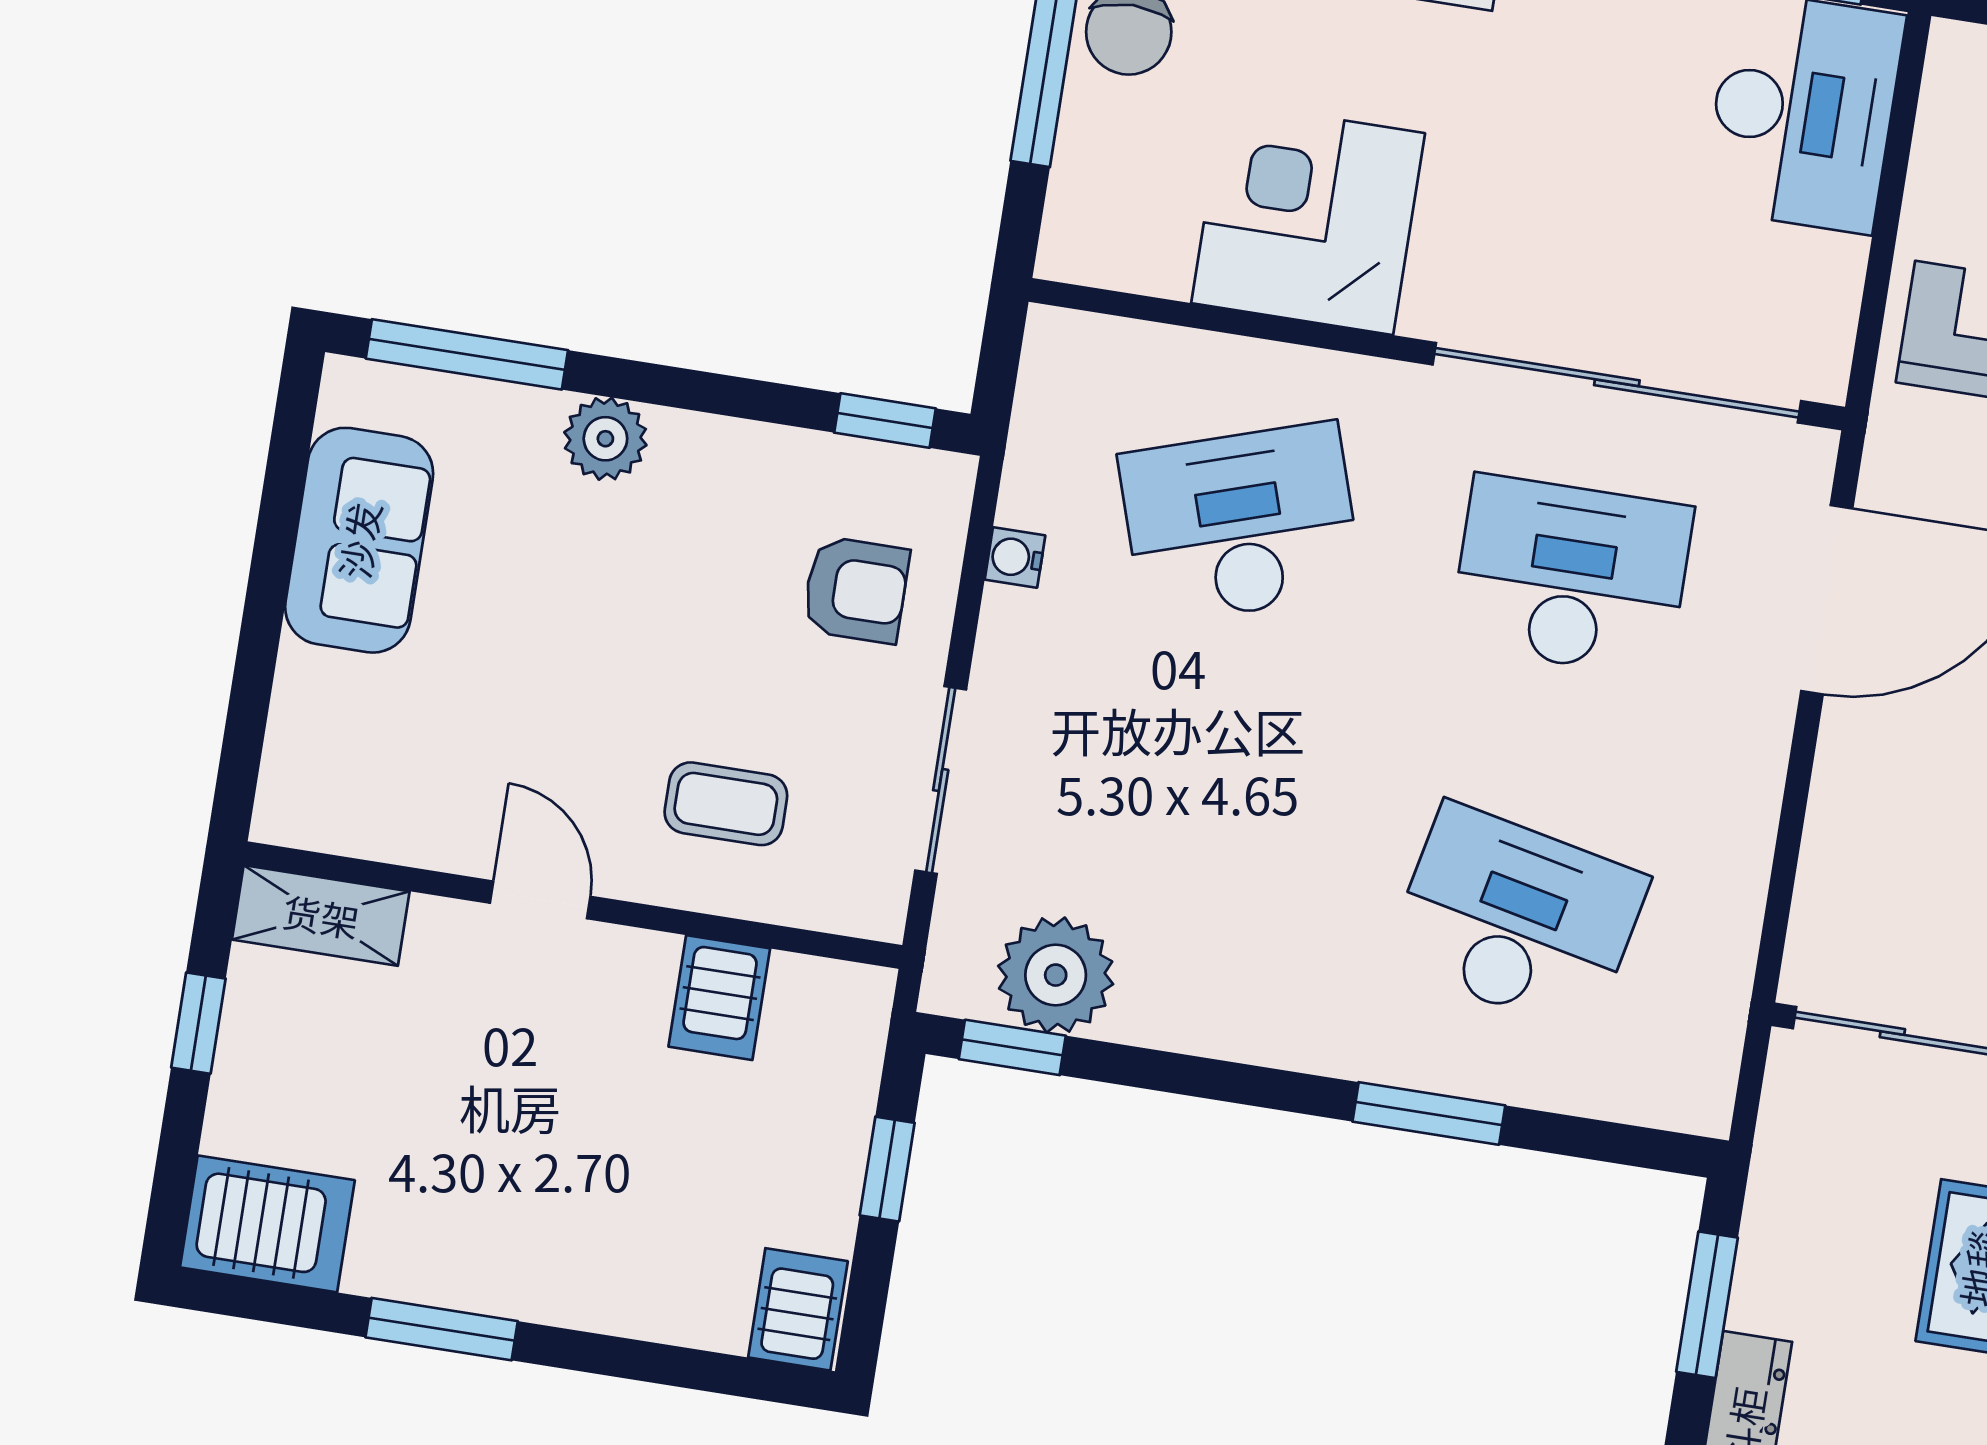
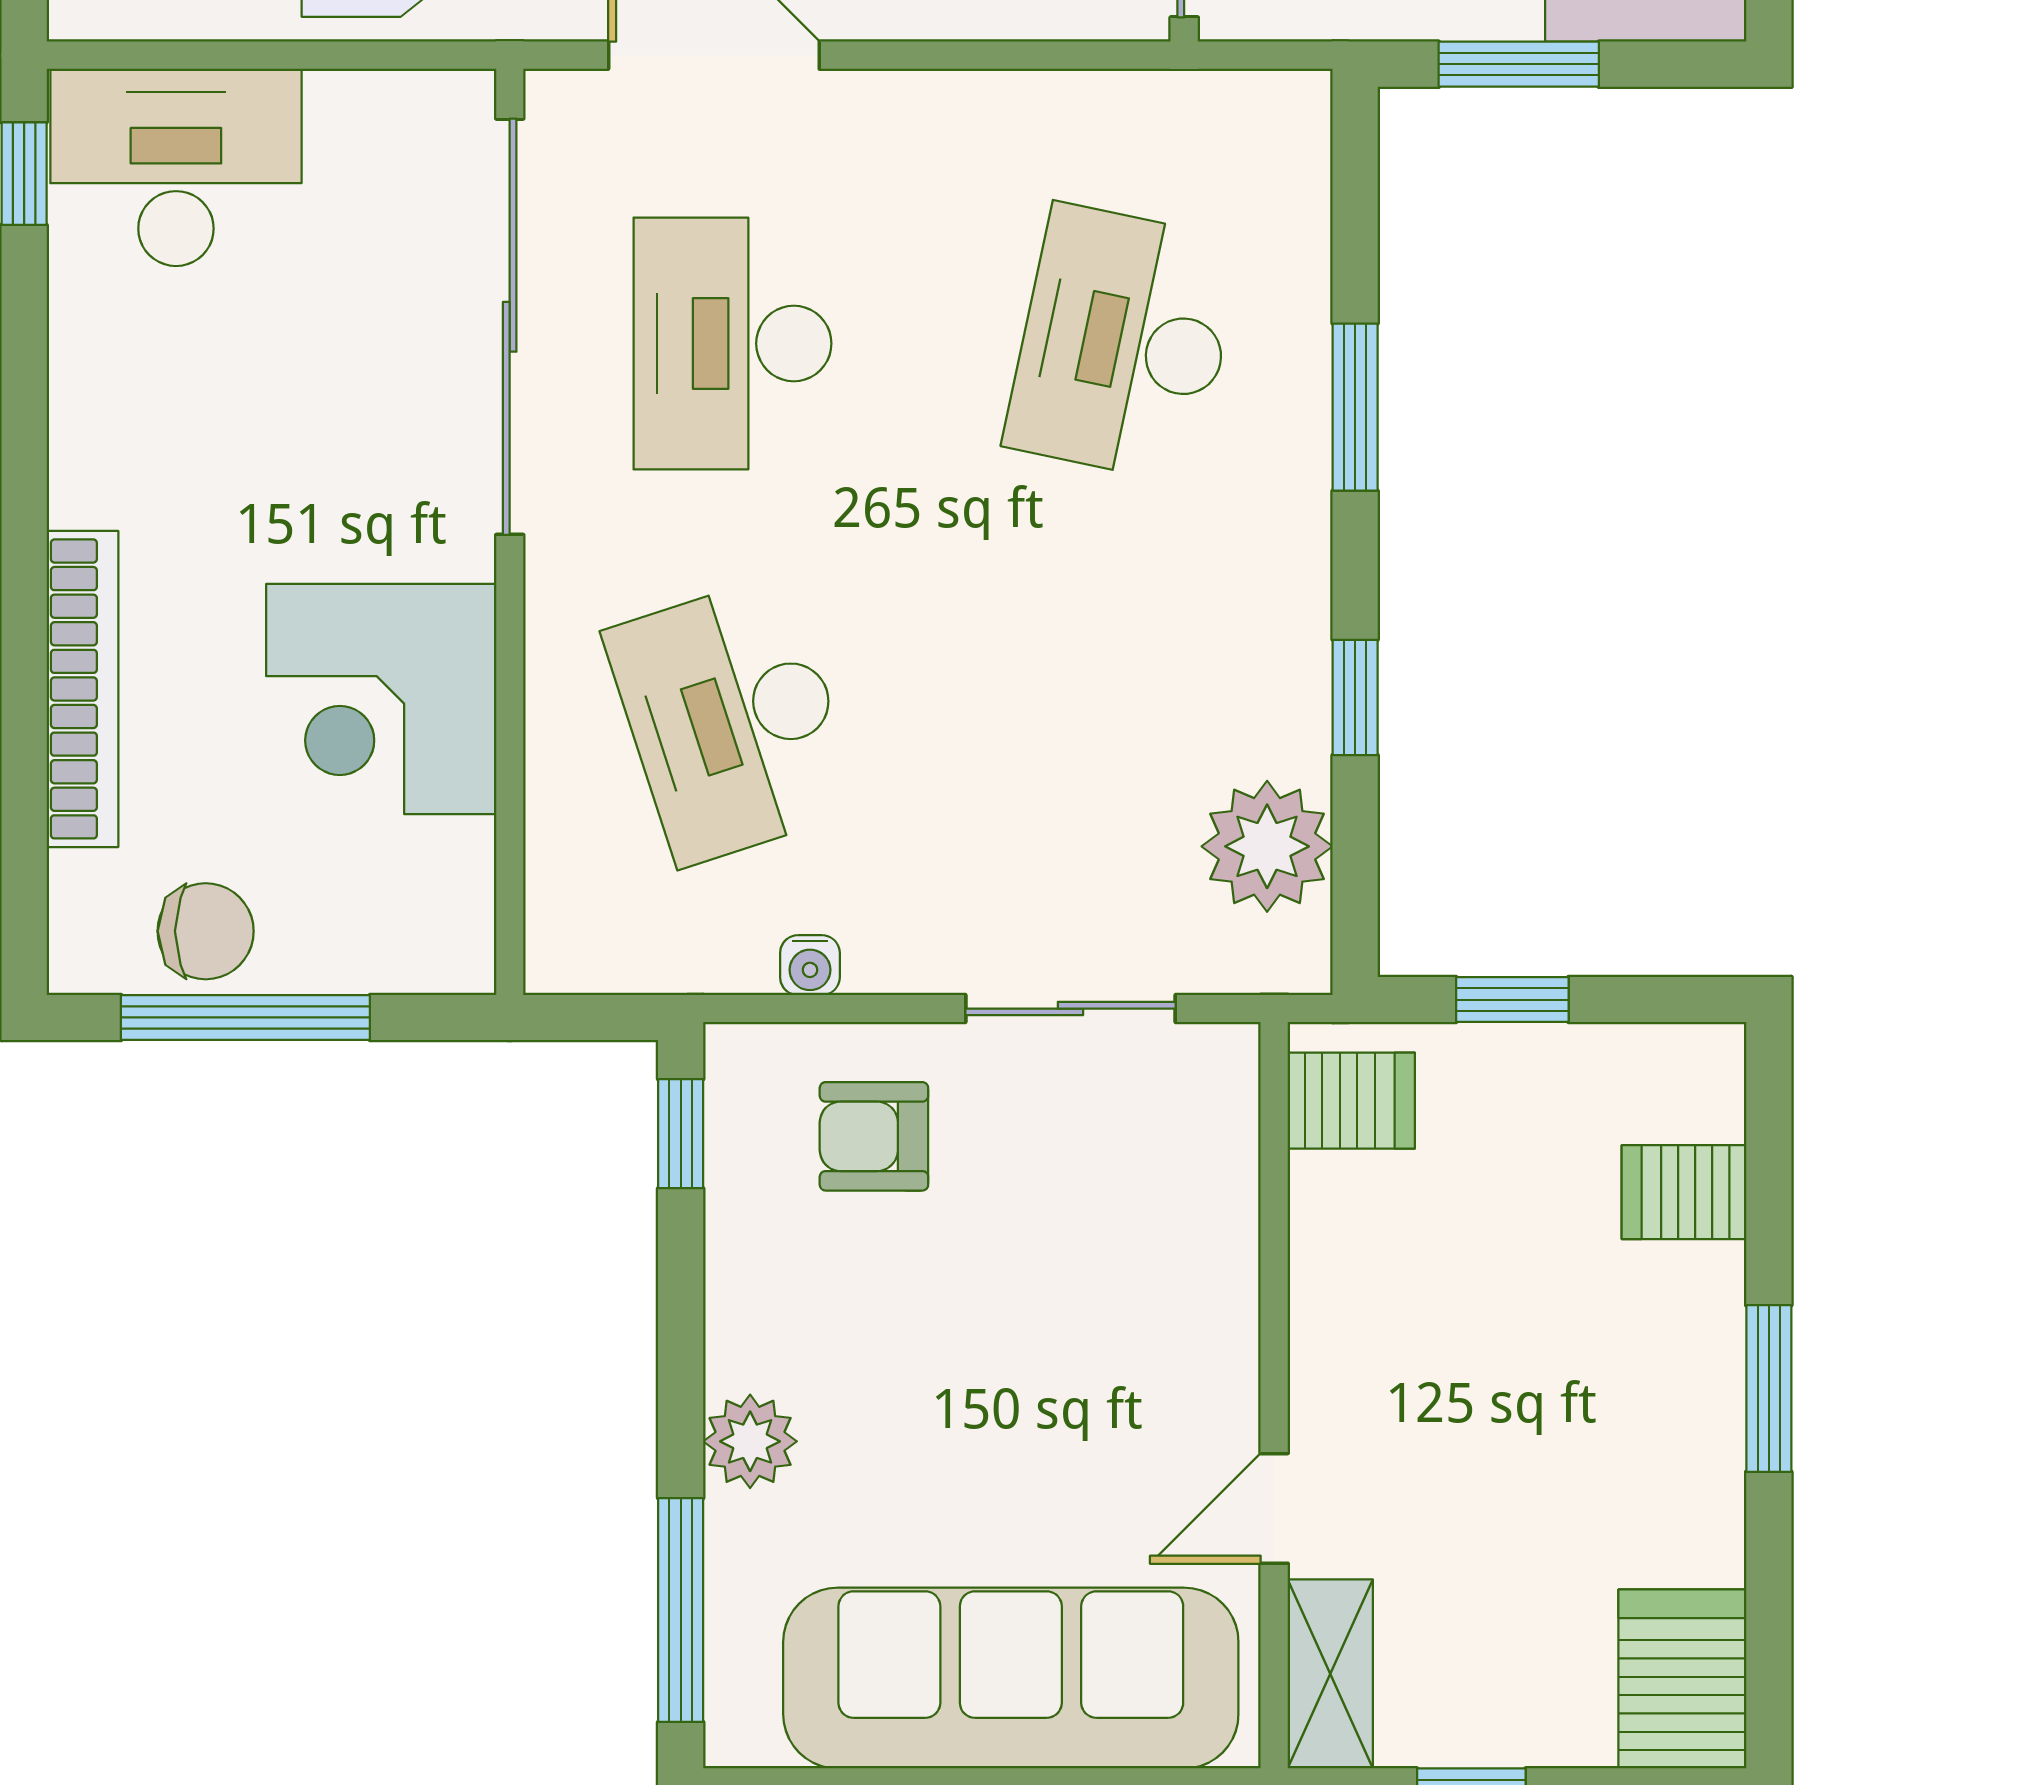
sofa: (359, 540) -> (1011, 1678), width x1.85, depth x1.27
armchair: (856, 590) -> (874, 1136), turned -90
coffee table: (726, 804) -> (1135, 1243), removed
door: (540, 900) -> (1274, 1508), moved
server rack: (719, 998) -> (1351, 1101), moved
window: (1012, 1047) -> (1355, 697), moved
server rack: (798, 1309) -> (1684, 1192), moved
window: (442, 1329) -> (1769, 1389), moved

